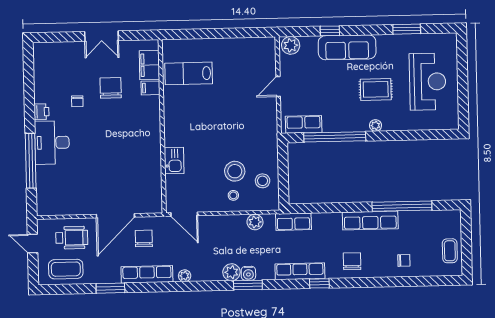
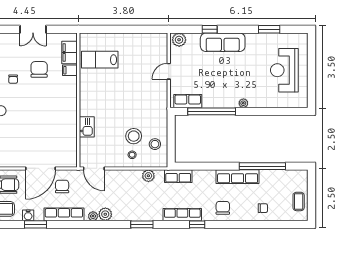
reception desk: (428, 82) -> (284, 70), turned 180
rug: (376, 89) -> (244, 75), removed
plant: (231, 272) -> (105, 214), moved
water cooler: (248, 273) -> (28, 215), moved

